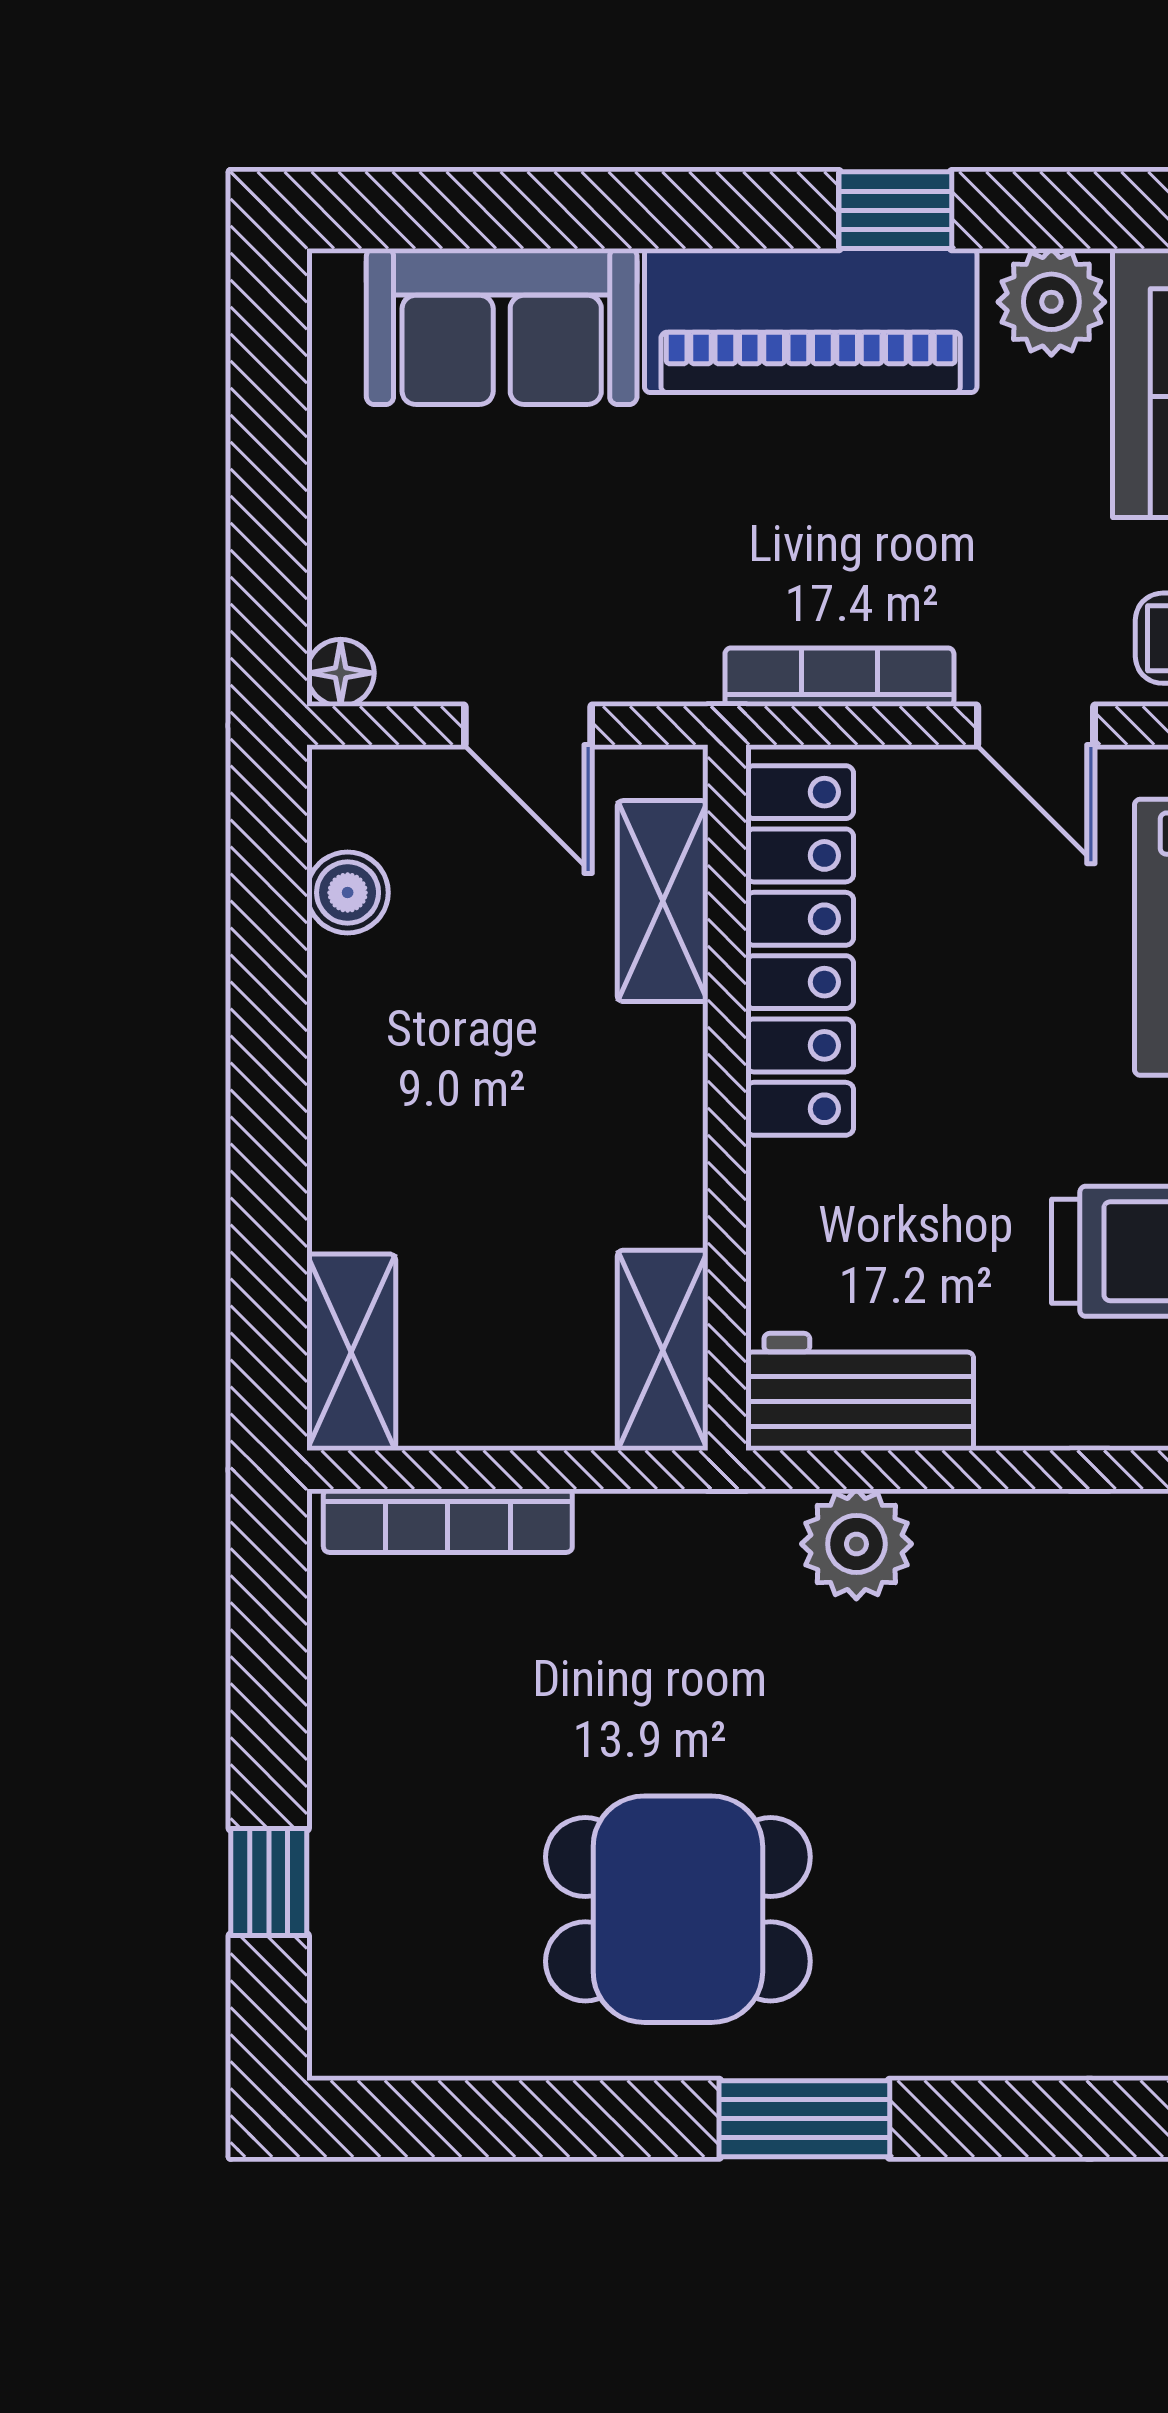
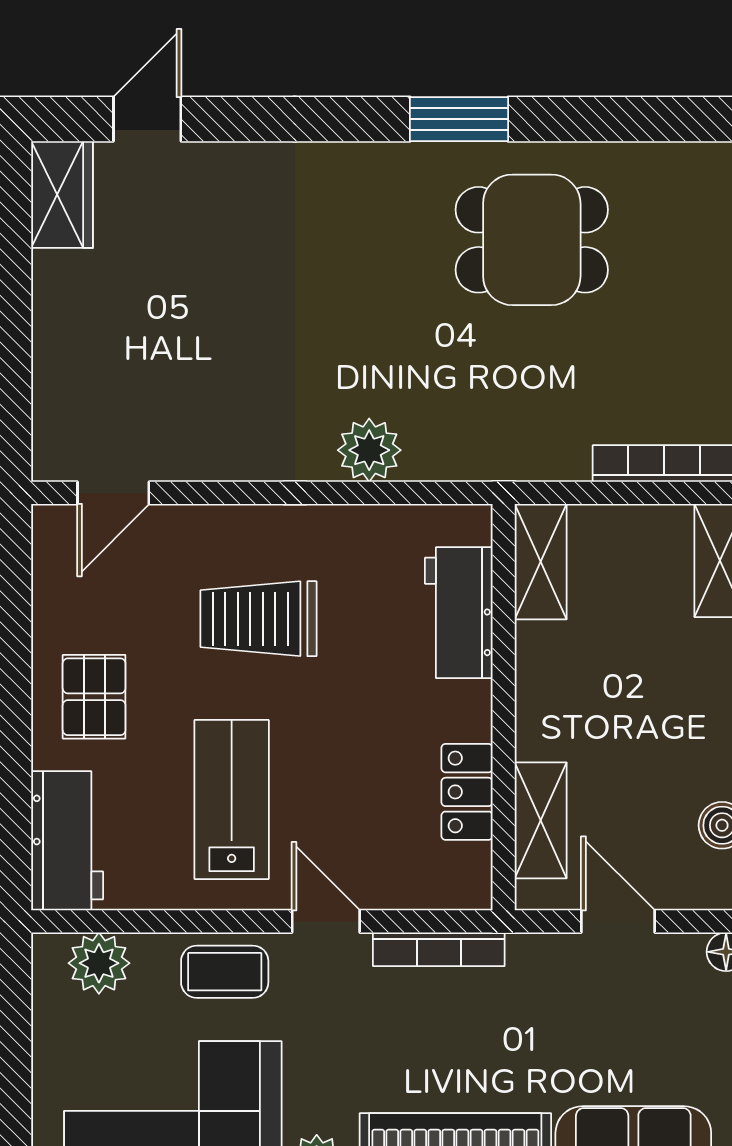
locker: (800, 950) -> (467, 792), width x0.46, depth x0.83
workbench: (860, 1392) -> (459, 613), moved, turned 90
plant: (856, 1544) -> (369, 450), moved

